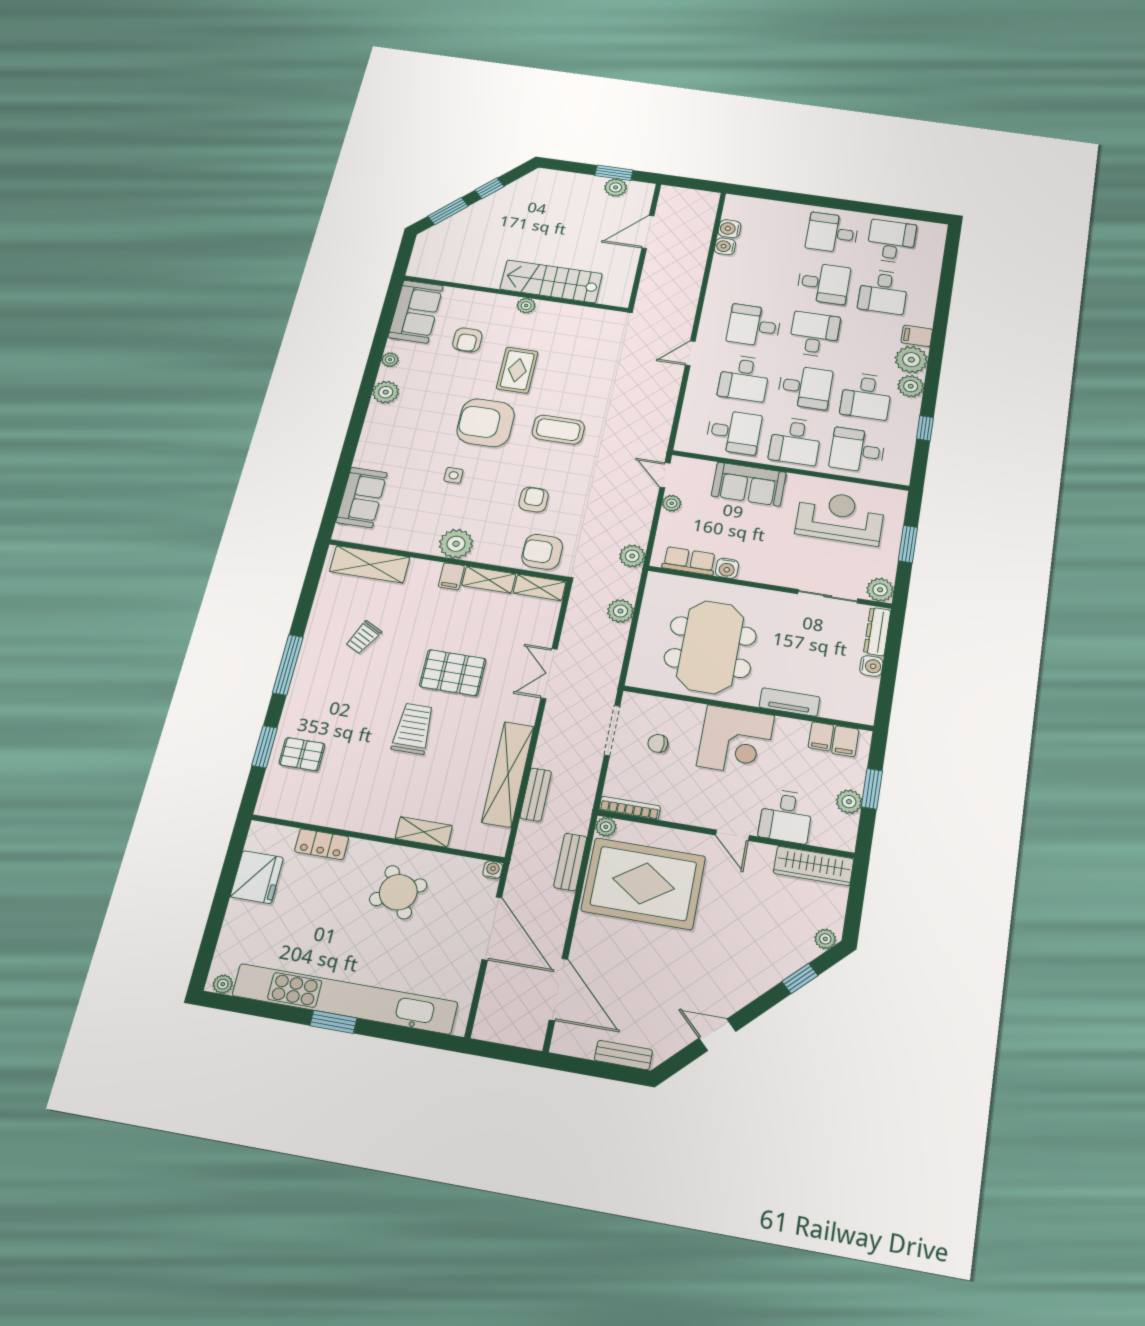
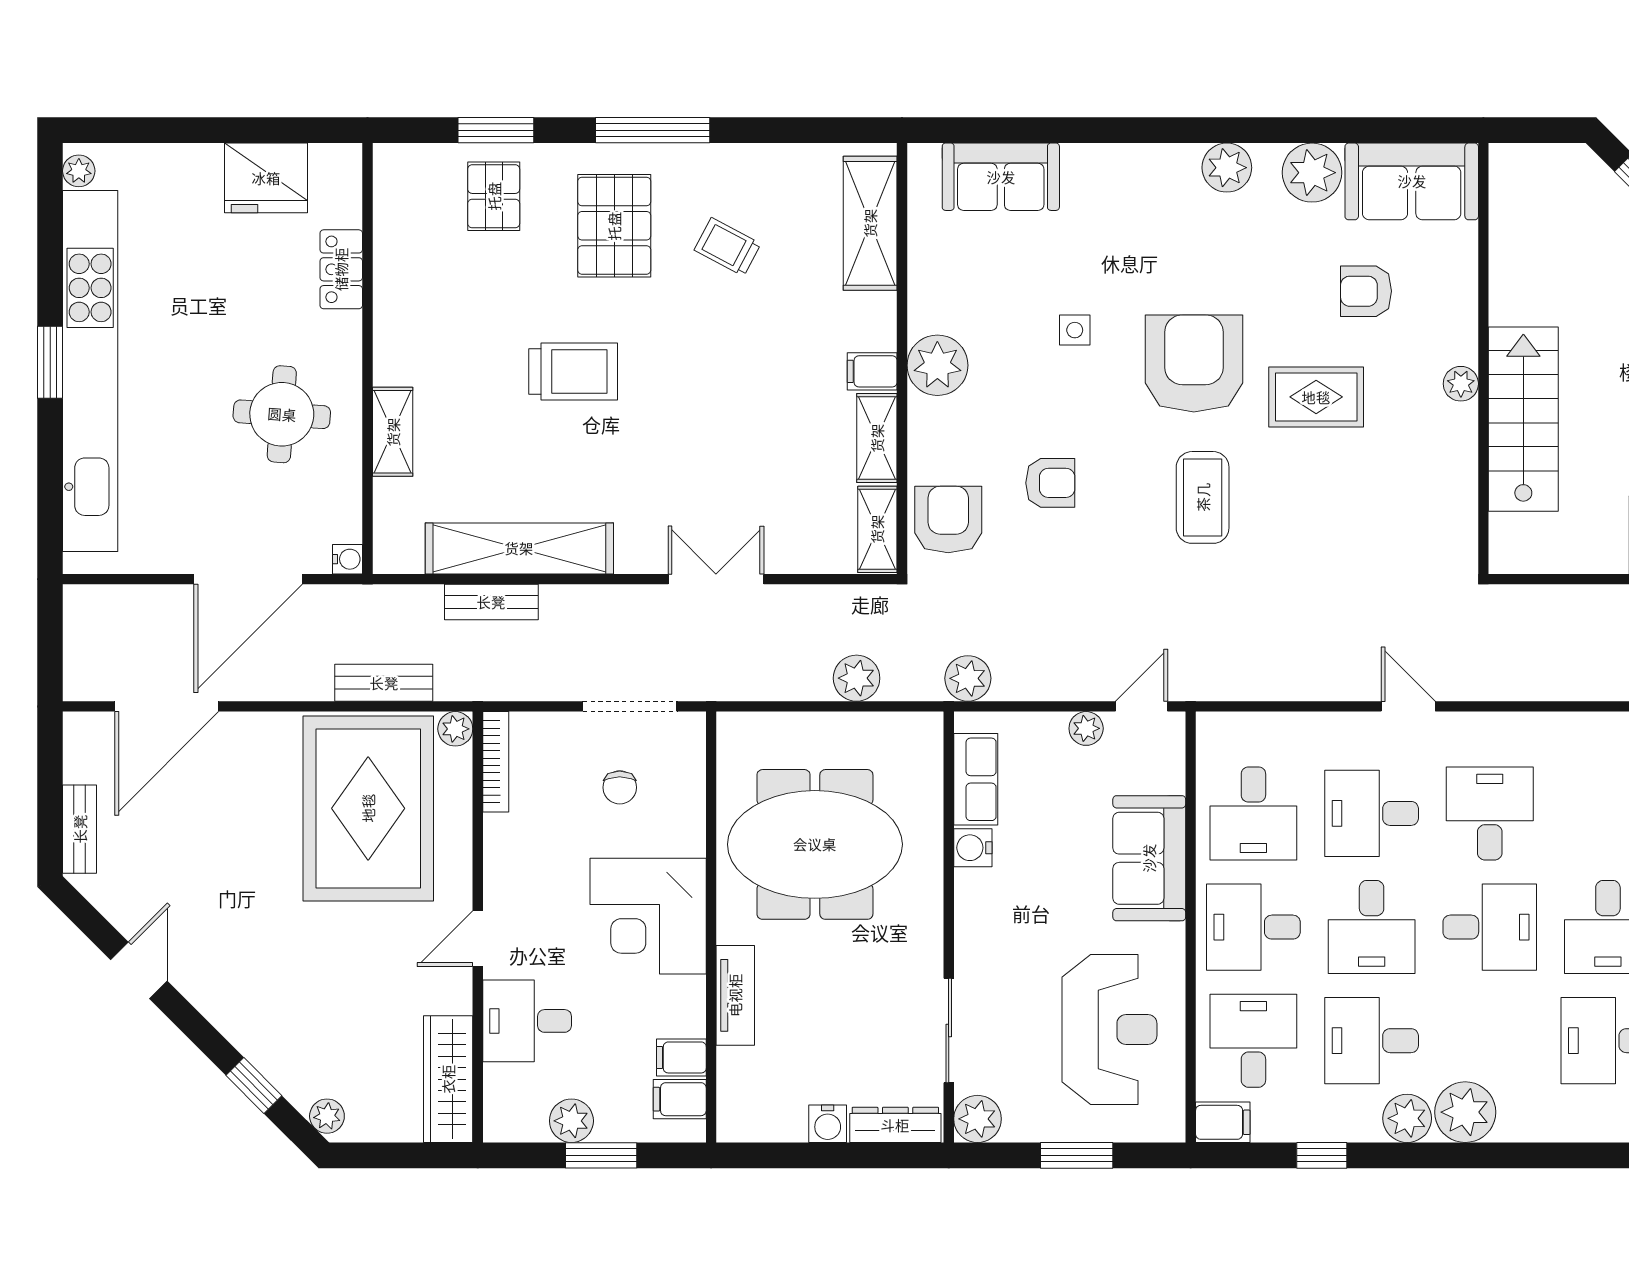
filing cabinet: (917, 336) -> (1223, 1122), moved, turned 90
plant: (390, 360) -> (1312, 173), width x1.87, depth x1.87
pallet: (453, 673) -> (614, 226), moved
chair: (658, 743) -> (620, 787), turned 180
round table: (398, 892) -> (282, 414), turned 33

